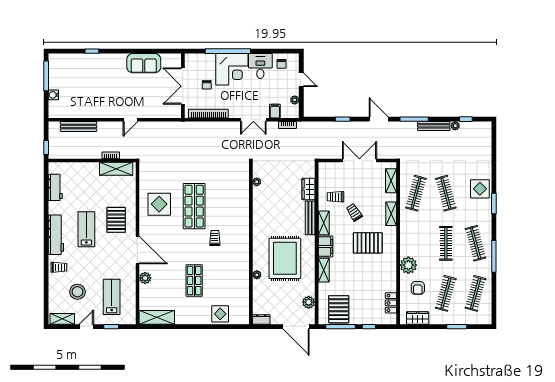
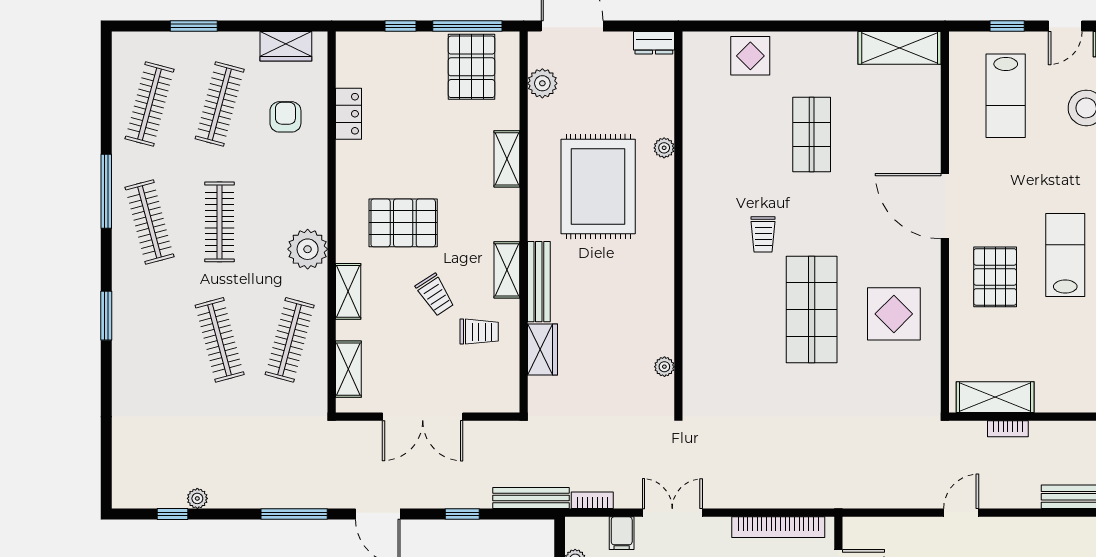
bench: (434, 126) -> (531, 498), moved
display table: (480, 189) -> (139, 350), removed
lab bench: (86, 229) -> (1065, 255), turned 180
filing cabinet: (325, 247) -> (503, 214), removed
plant: (408, 265) -> (308, 249), moved
plant: (145, 278) -> (927, 140), removed
locker: (391, 303) -> (348, 114), moved

